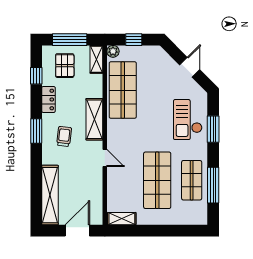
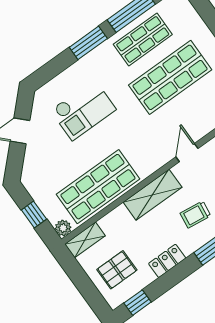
window: (70, 40) -> (85, 285), removed
window: (36, 76) -> (138, 303), moved
checkout: (188, 120) -> (83, 110), moved
window: (213, 129) -> (88, 43), moved

